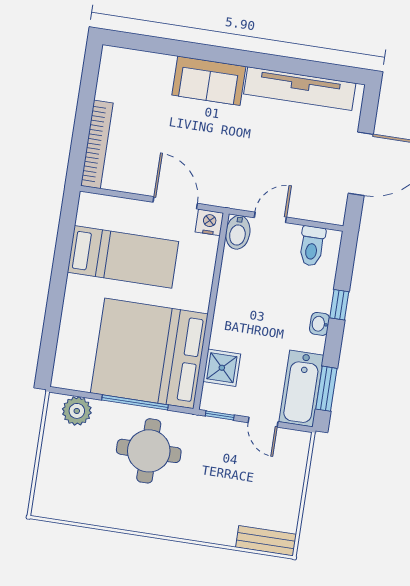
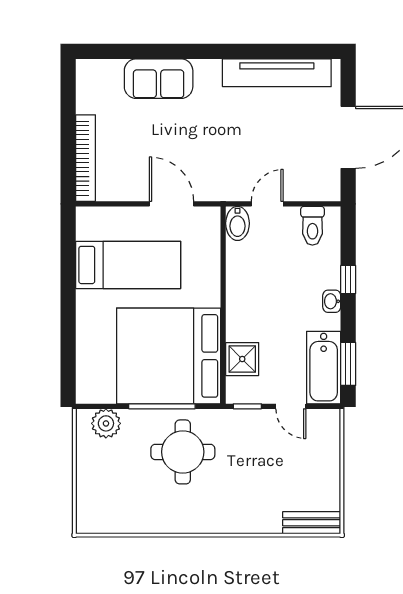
sofa: (209, 81) -> (159, 79), moved
nightstand: (209, 222) -> (208, 218), removed

